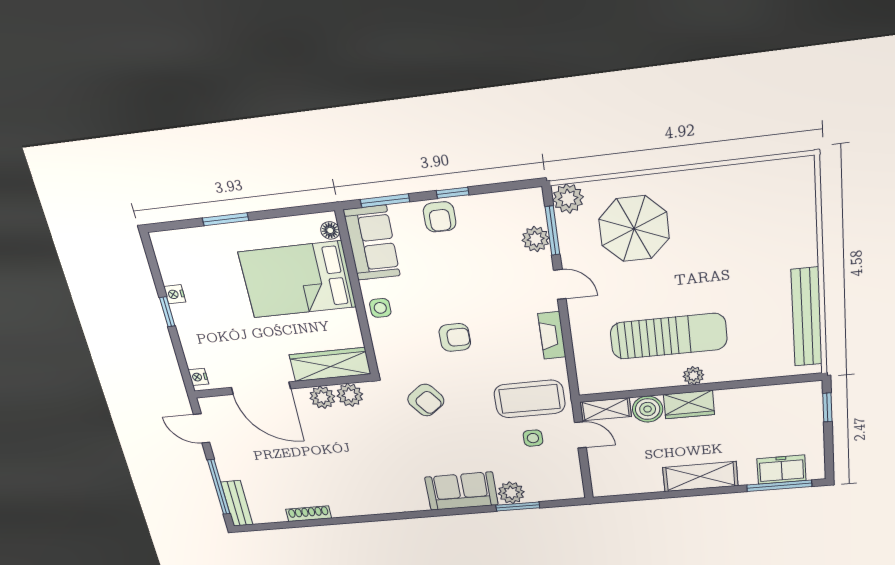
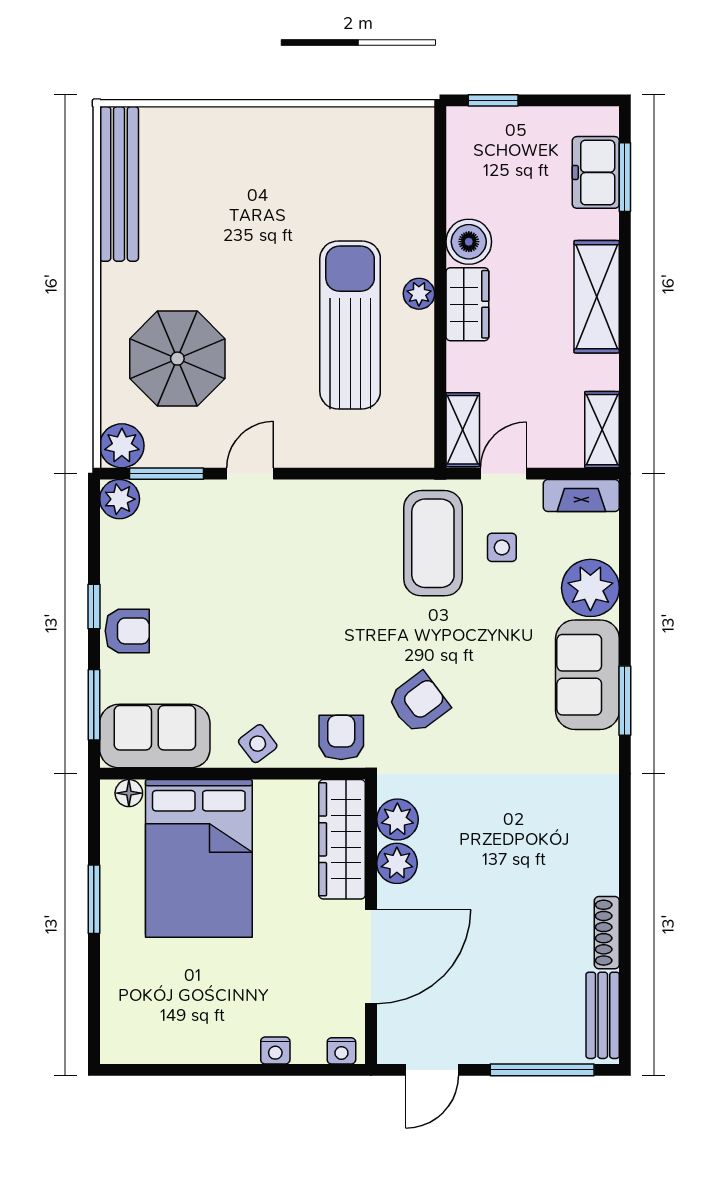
window: (226, 219) -> (94, 899), moved
plant: (536, 239) -> (120, 499), moved
nightstand: (175, 294) -> (275, 1050), moved
side table: (380, 308) -> (258, 744), turned -37
window: (167, 312) -> (228, 1070), removed
bench: (807, 317) -> (119, 184), moved, turned 90
fireplace: (552, 335) -> (581, 495), moved
armchair: (455, 337) -> (341, 737), moved
boiler: (648, 409) -> (469, 242), moved
shelving: (616, 486) -> (602, 430), added
window: (779, 486) -> (625, 177), width x0.69
plant: (511, 493) -> (590, 588), width x1.36, depth x1.36
bench: (237, 503) -> (603, 1015), moved, turned 90
window: (518, 507) -> (625, 701), moved

